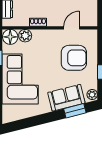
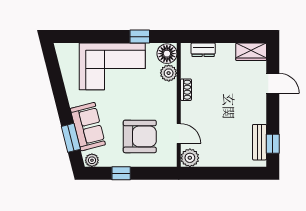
plant: (90, 19) -> (190, 158), added
armchair: (74, 58) -> (140, 136), turned -90

